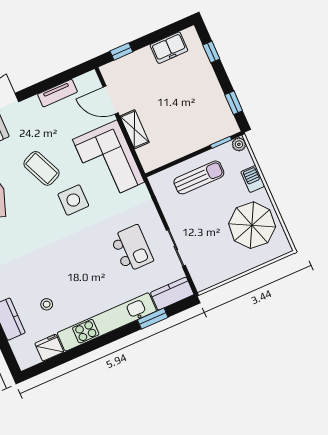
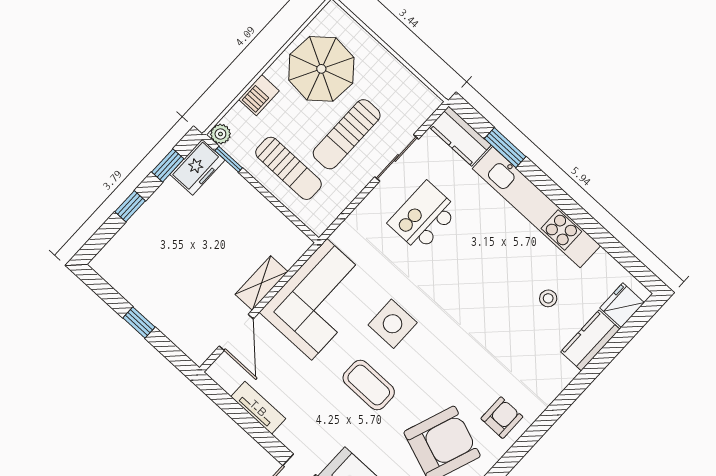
freezer: (169, 48) -> (197, 167), moved, turned 90
window: (121, 51) -> (139, 323), moved
window: (211, 52) -> (130, 206), moved
coffee table: (41, 168) -> (369, 385), turned -66
sun lounger: (199, 177) -> (289, 168), turned 180
sun lounger: (204, 223) -> (347, 134), added
fridge: (49, 348) -> (622, 305), moved, turned 90

